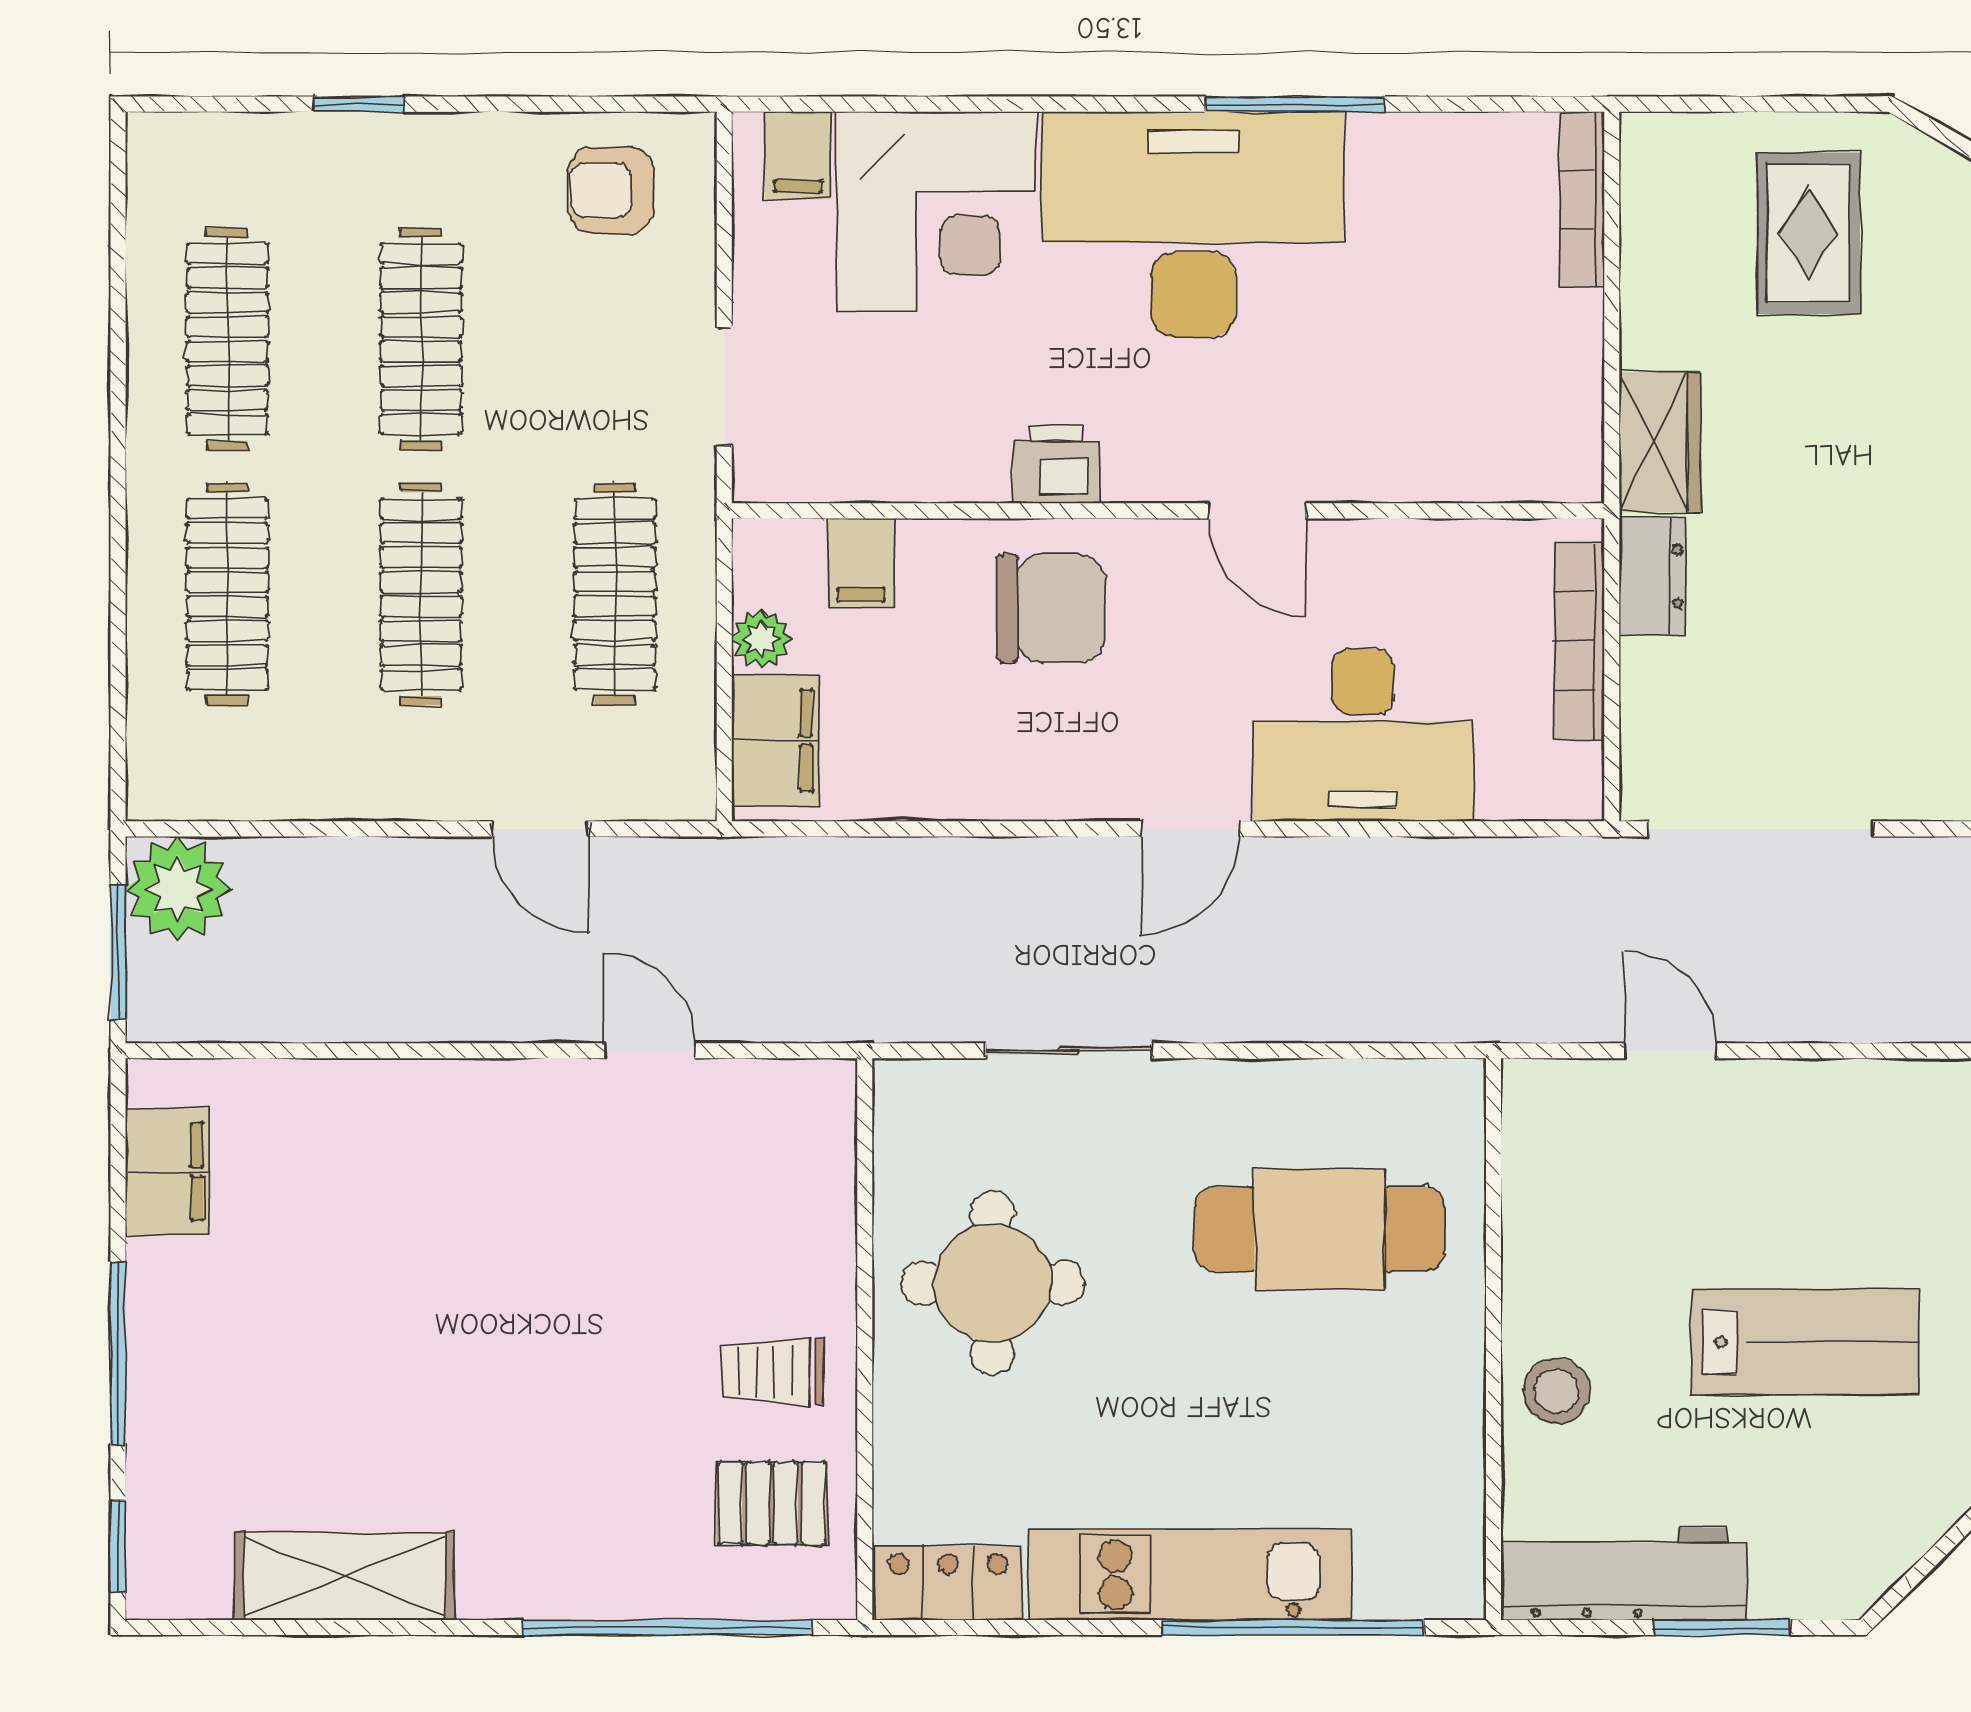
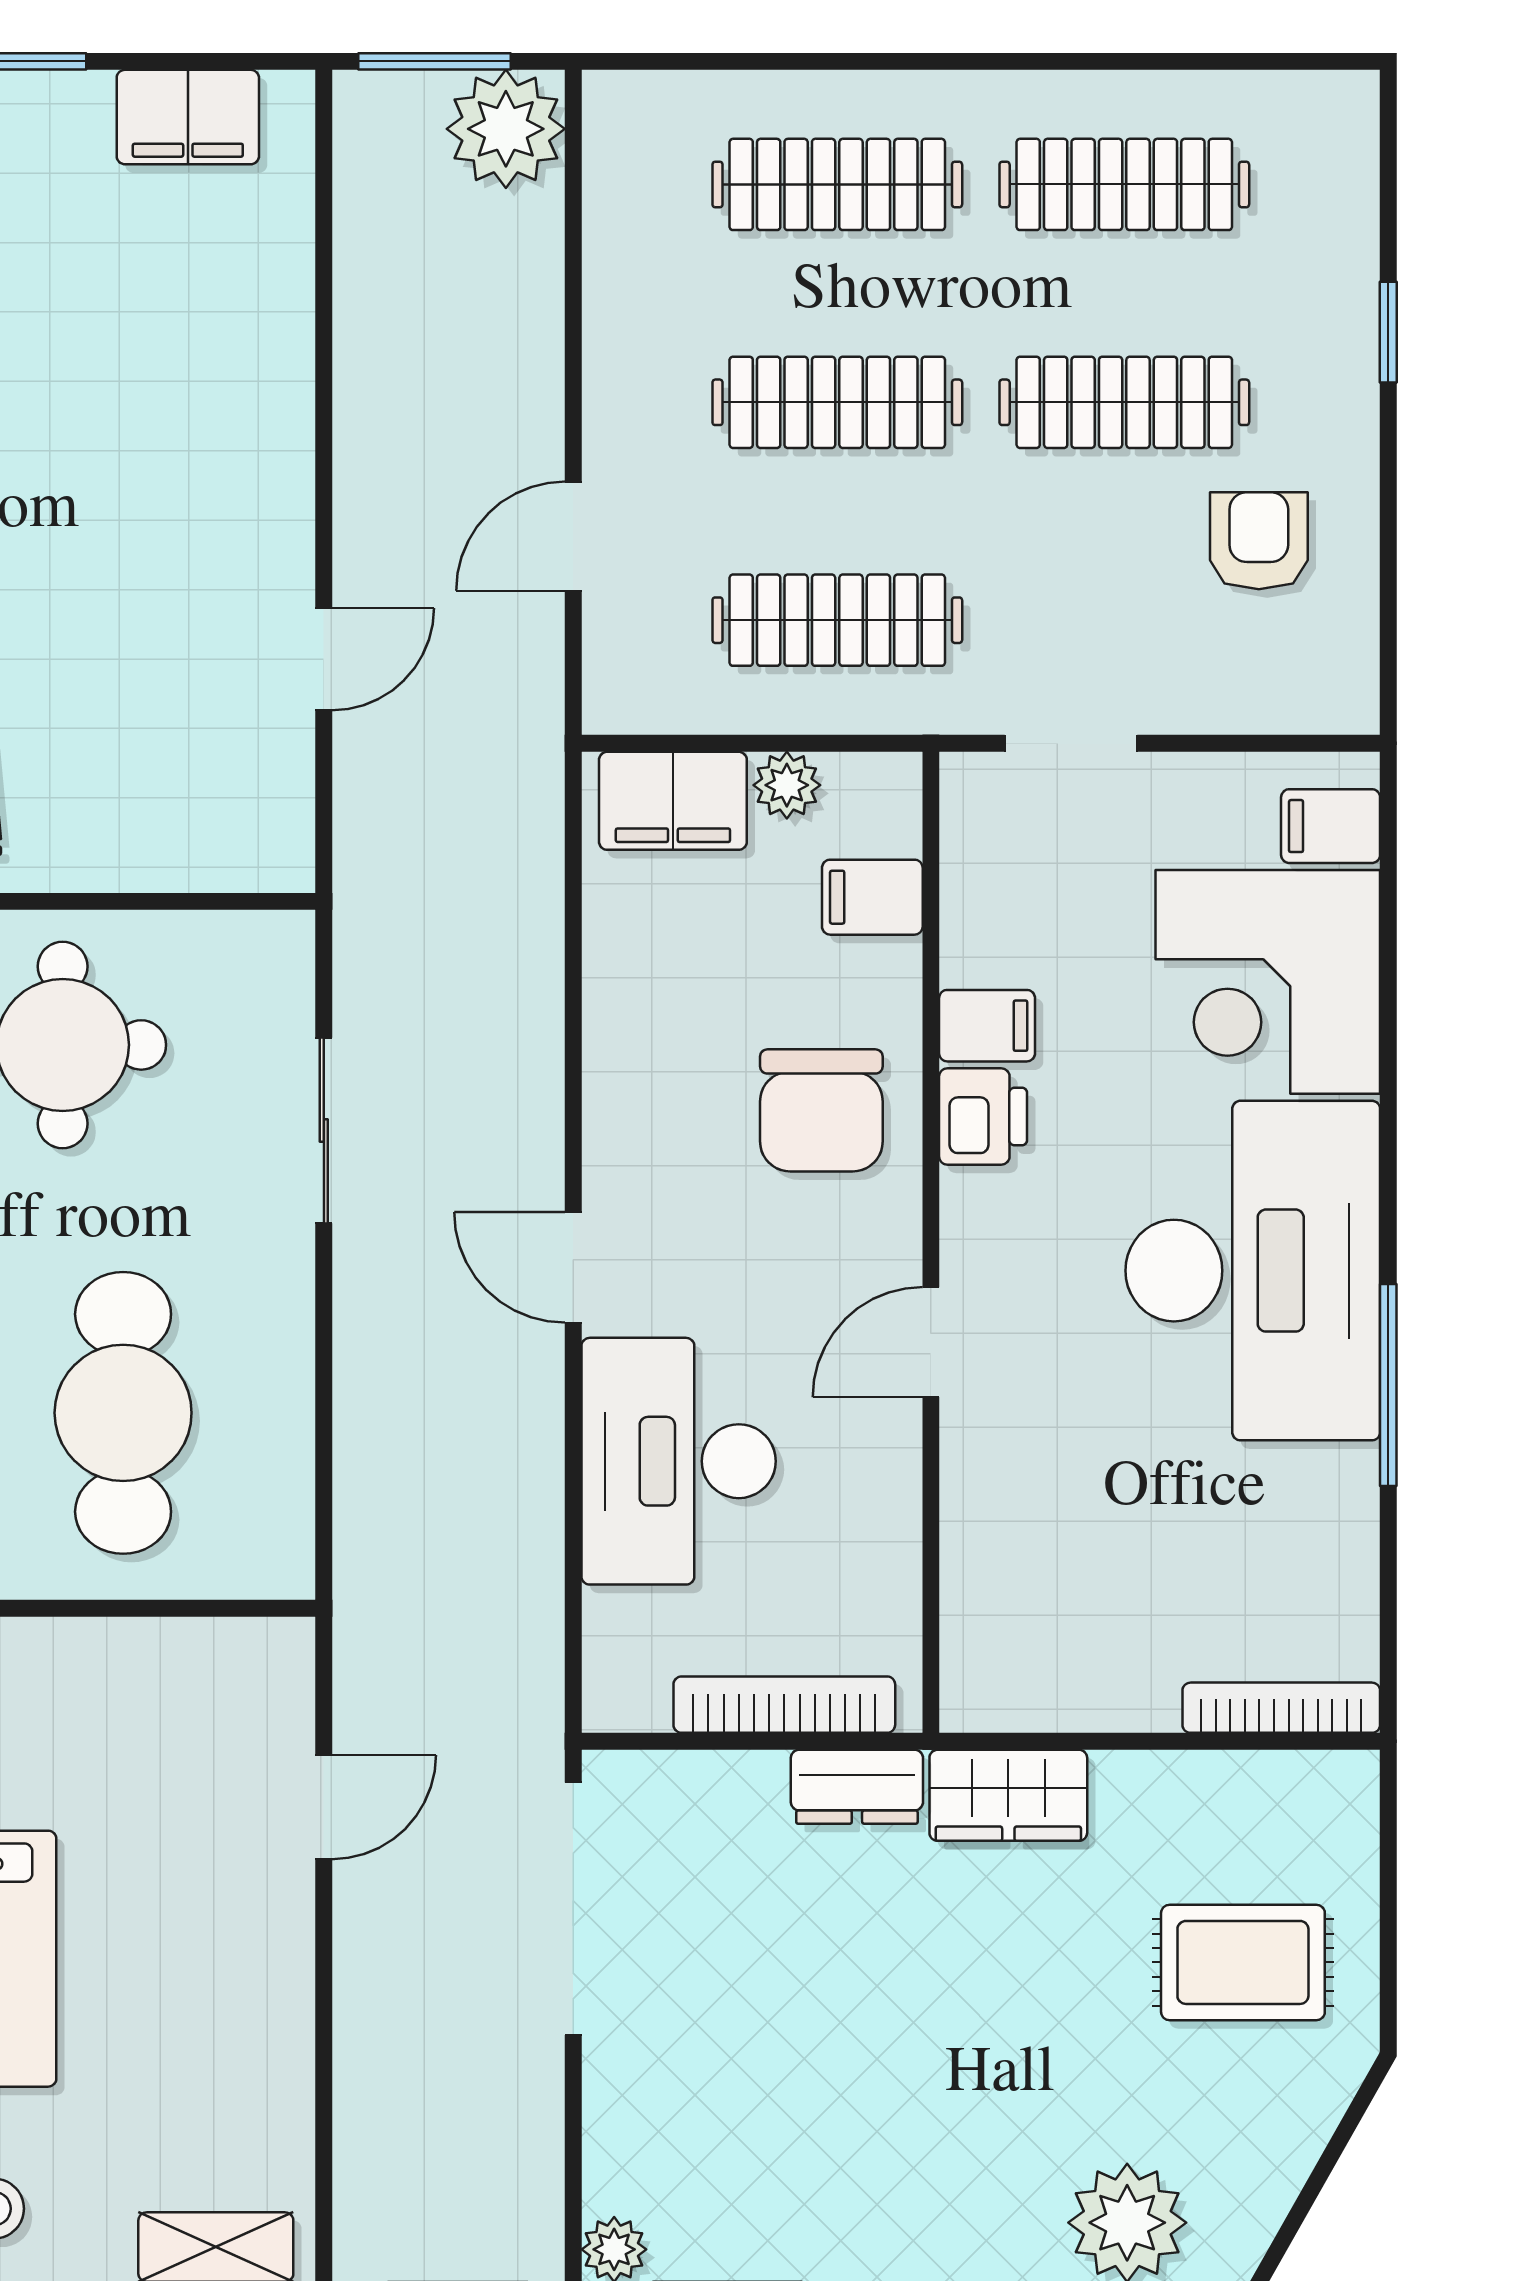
armchair: (611, 190) -> (1259, 541), moved
filing cabinet: (975, 461) -> (987, 1026), added

